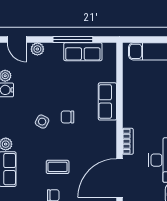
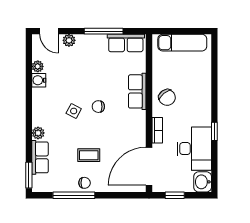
row of seats: (83, 52) -> (126, 43), moved
chair: (138, 108) -> (167, 97), added

